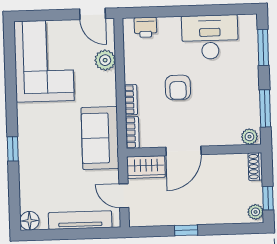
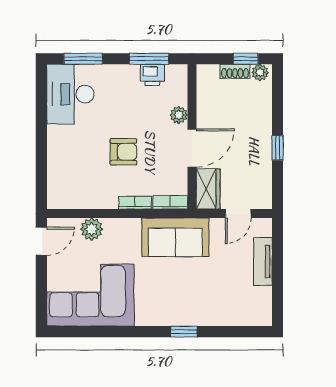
printer: (145, 27) -> (152, 75), moved, turned 90
desk: (210, 37) -> (70, 94), moved
plant: (249, 137) -> (179, 115), moved
door: (183, 151) -> (192, 148), hinge flipped
shoe rack: (255, 167) -> (235, 71), moved
tv unit: (80, 220) -> (263, 261), width x0.71
floor lamp: (29, 221) -> (262, 316), removed

